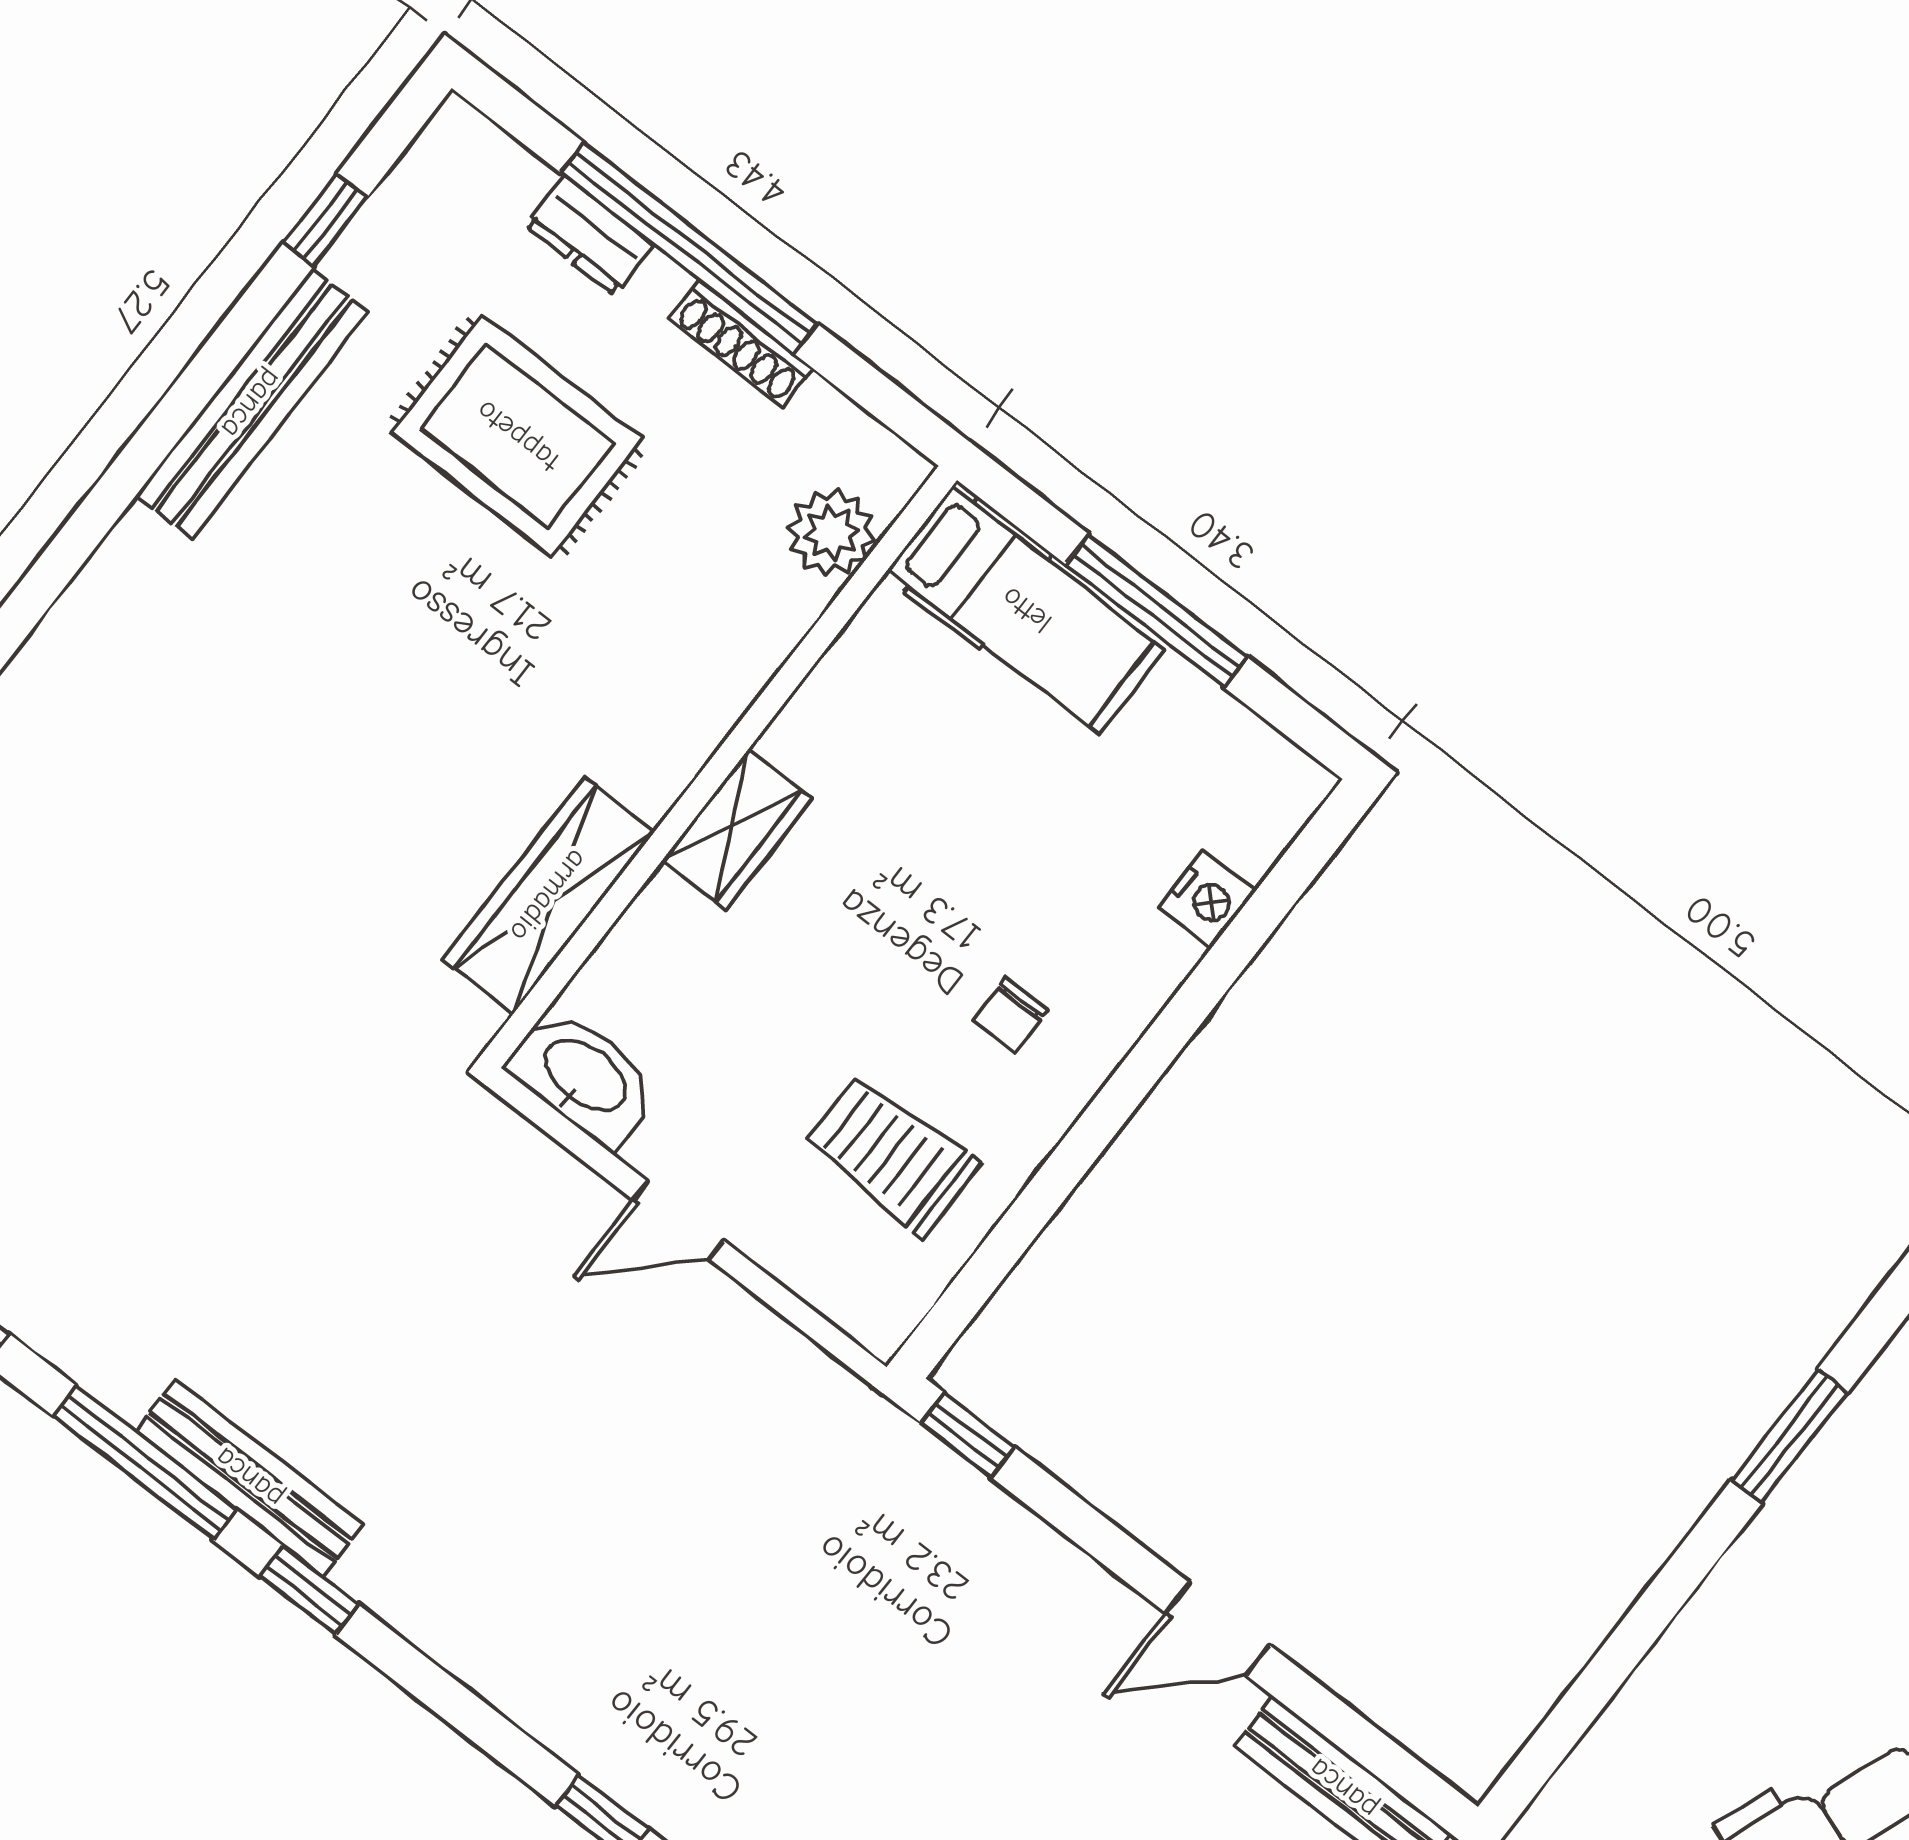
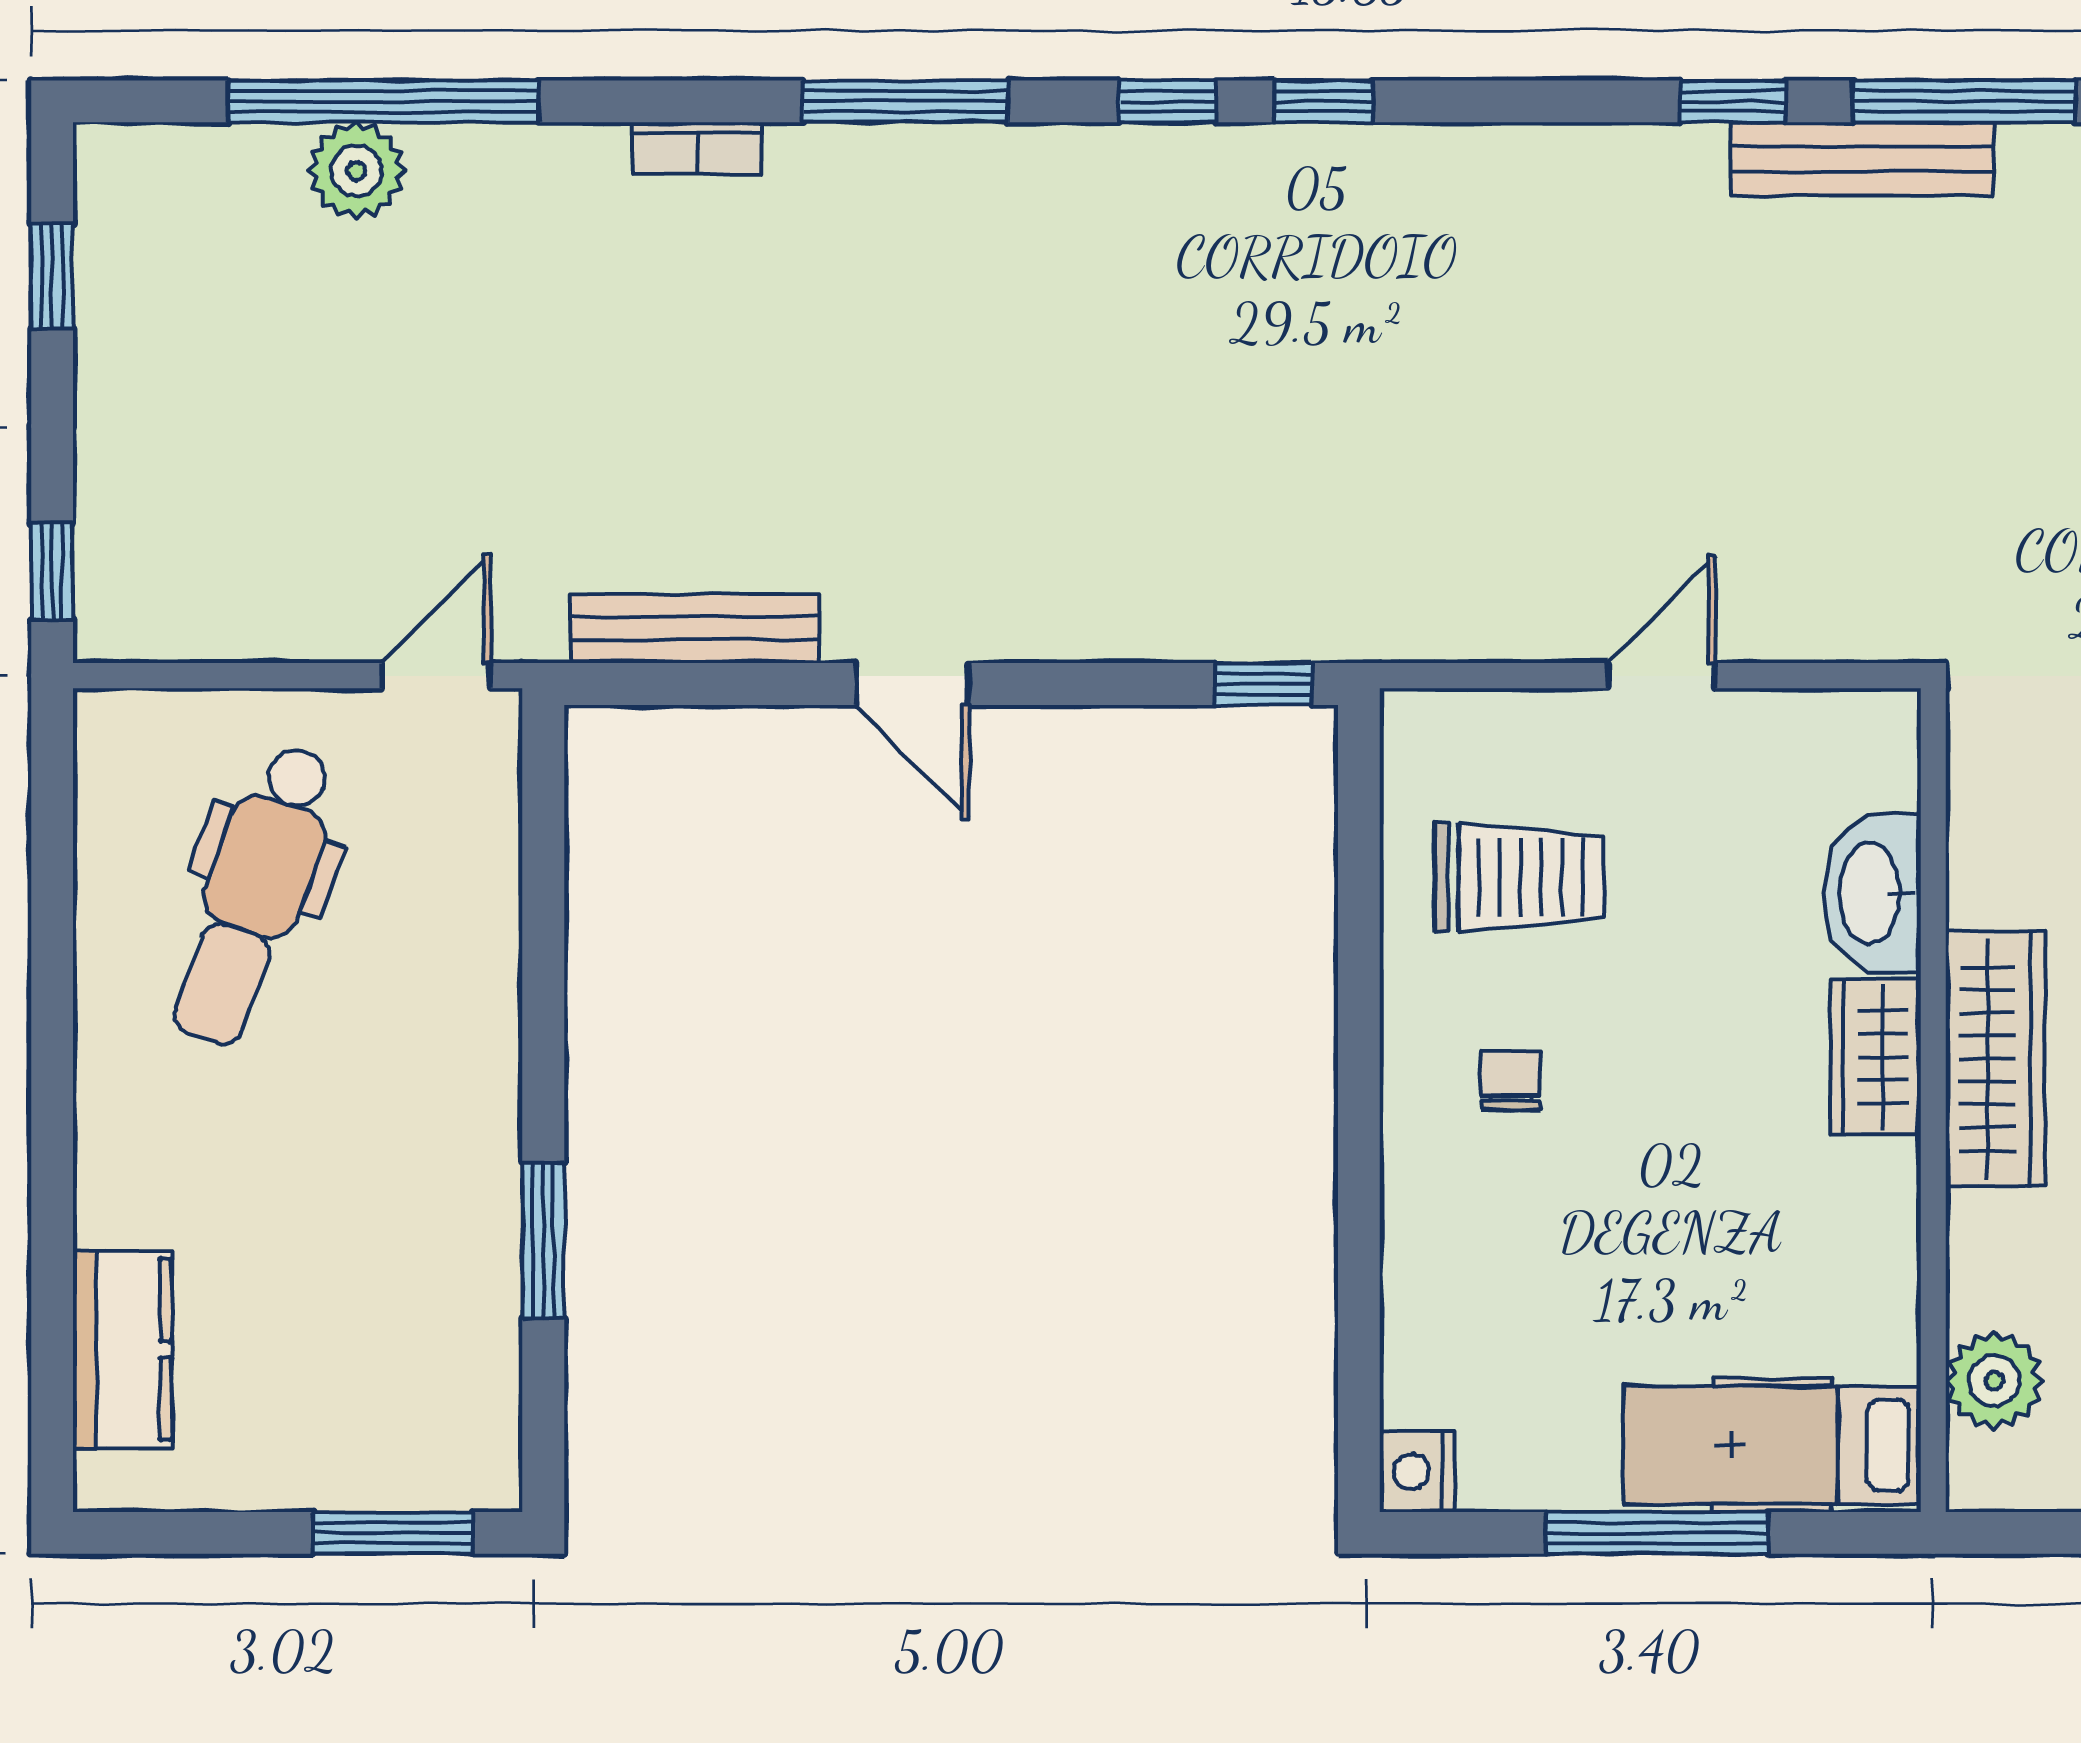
wardrobe: (549, 896) -> (1995, 1059), moved
nightstand: (1207, 899) -> (1417, 1472), moved
washbasin: (584, 1077) -> (1872, 893), moved, turned 90
door: (1218, 1629) -> (912, 684), swing flipped

